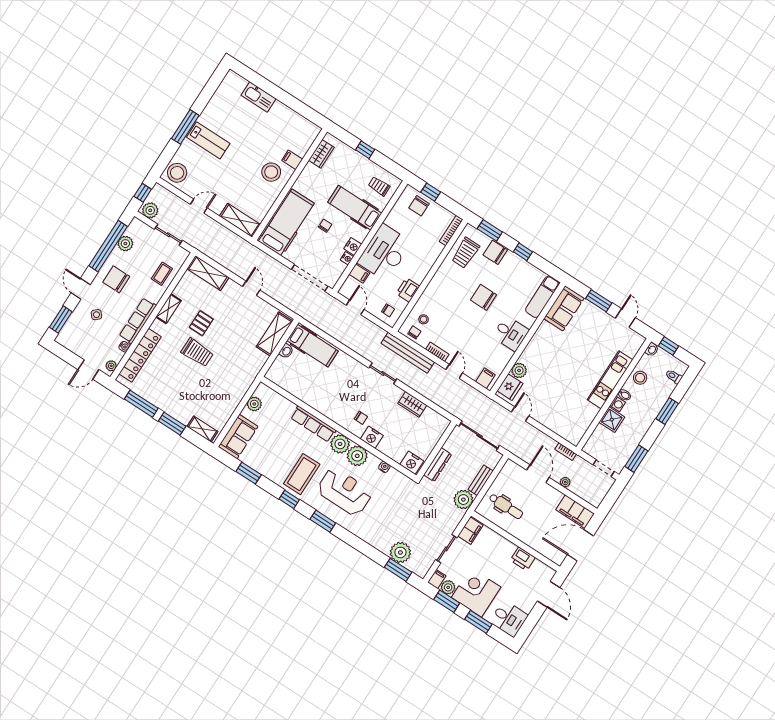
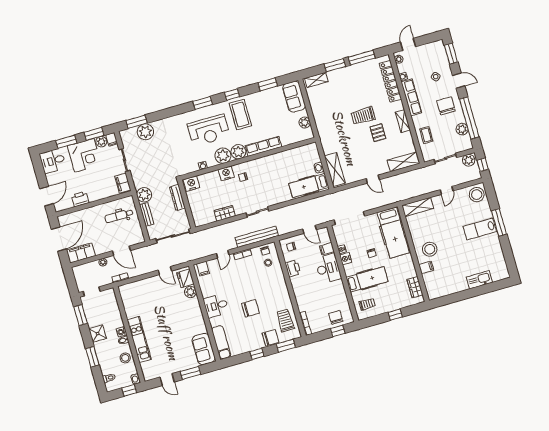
desk: (384, 252) -> (328, 268), width x0.73, depth x0.77
chair: (116, 279) -> (446, 106), turned -90
door: (454, 371) -> (223, 254), hinge flipped
shower: (612, 420) -> (98, 334), moved
door: (549, 594) -> (47, 196), swing flipped

